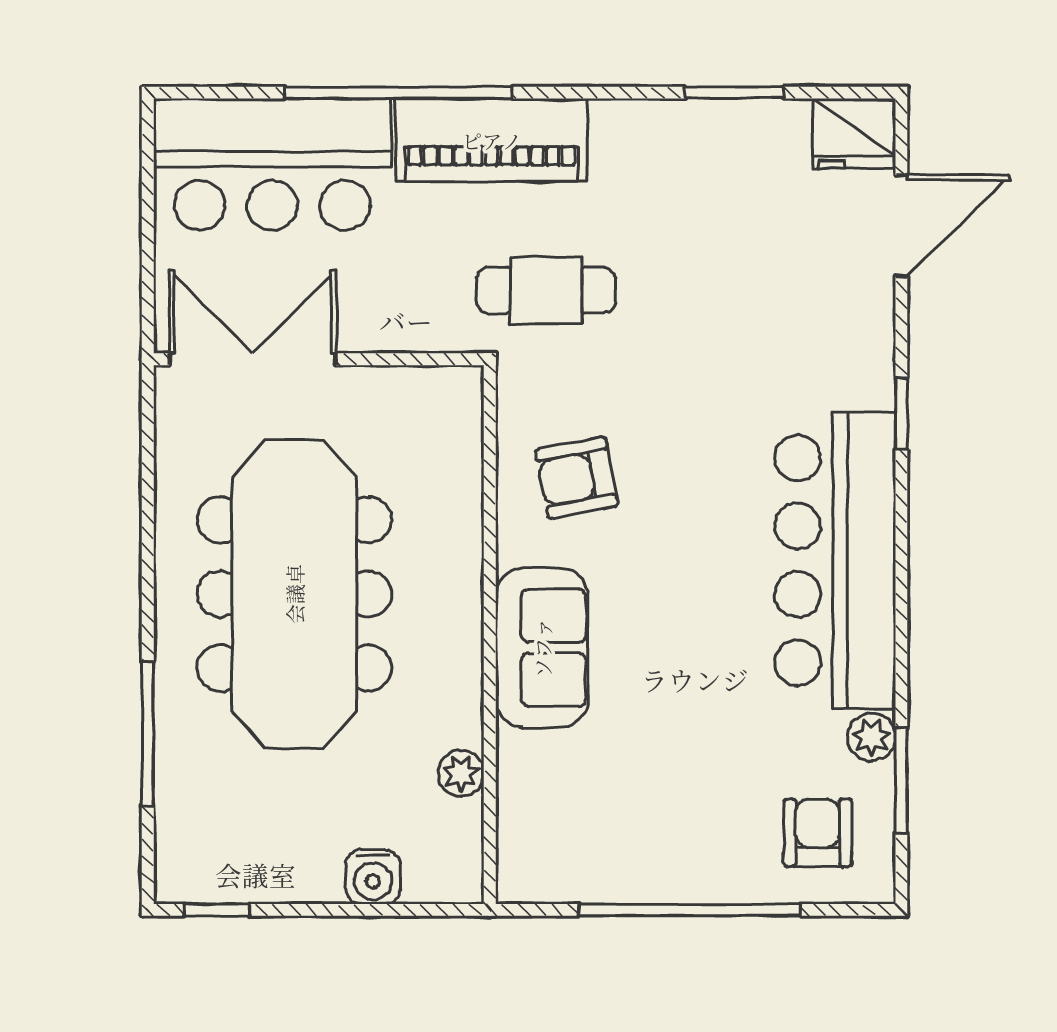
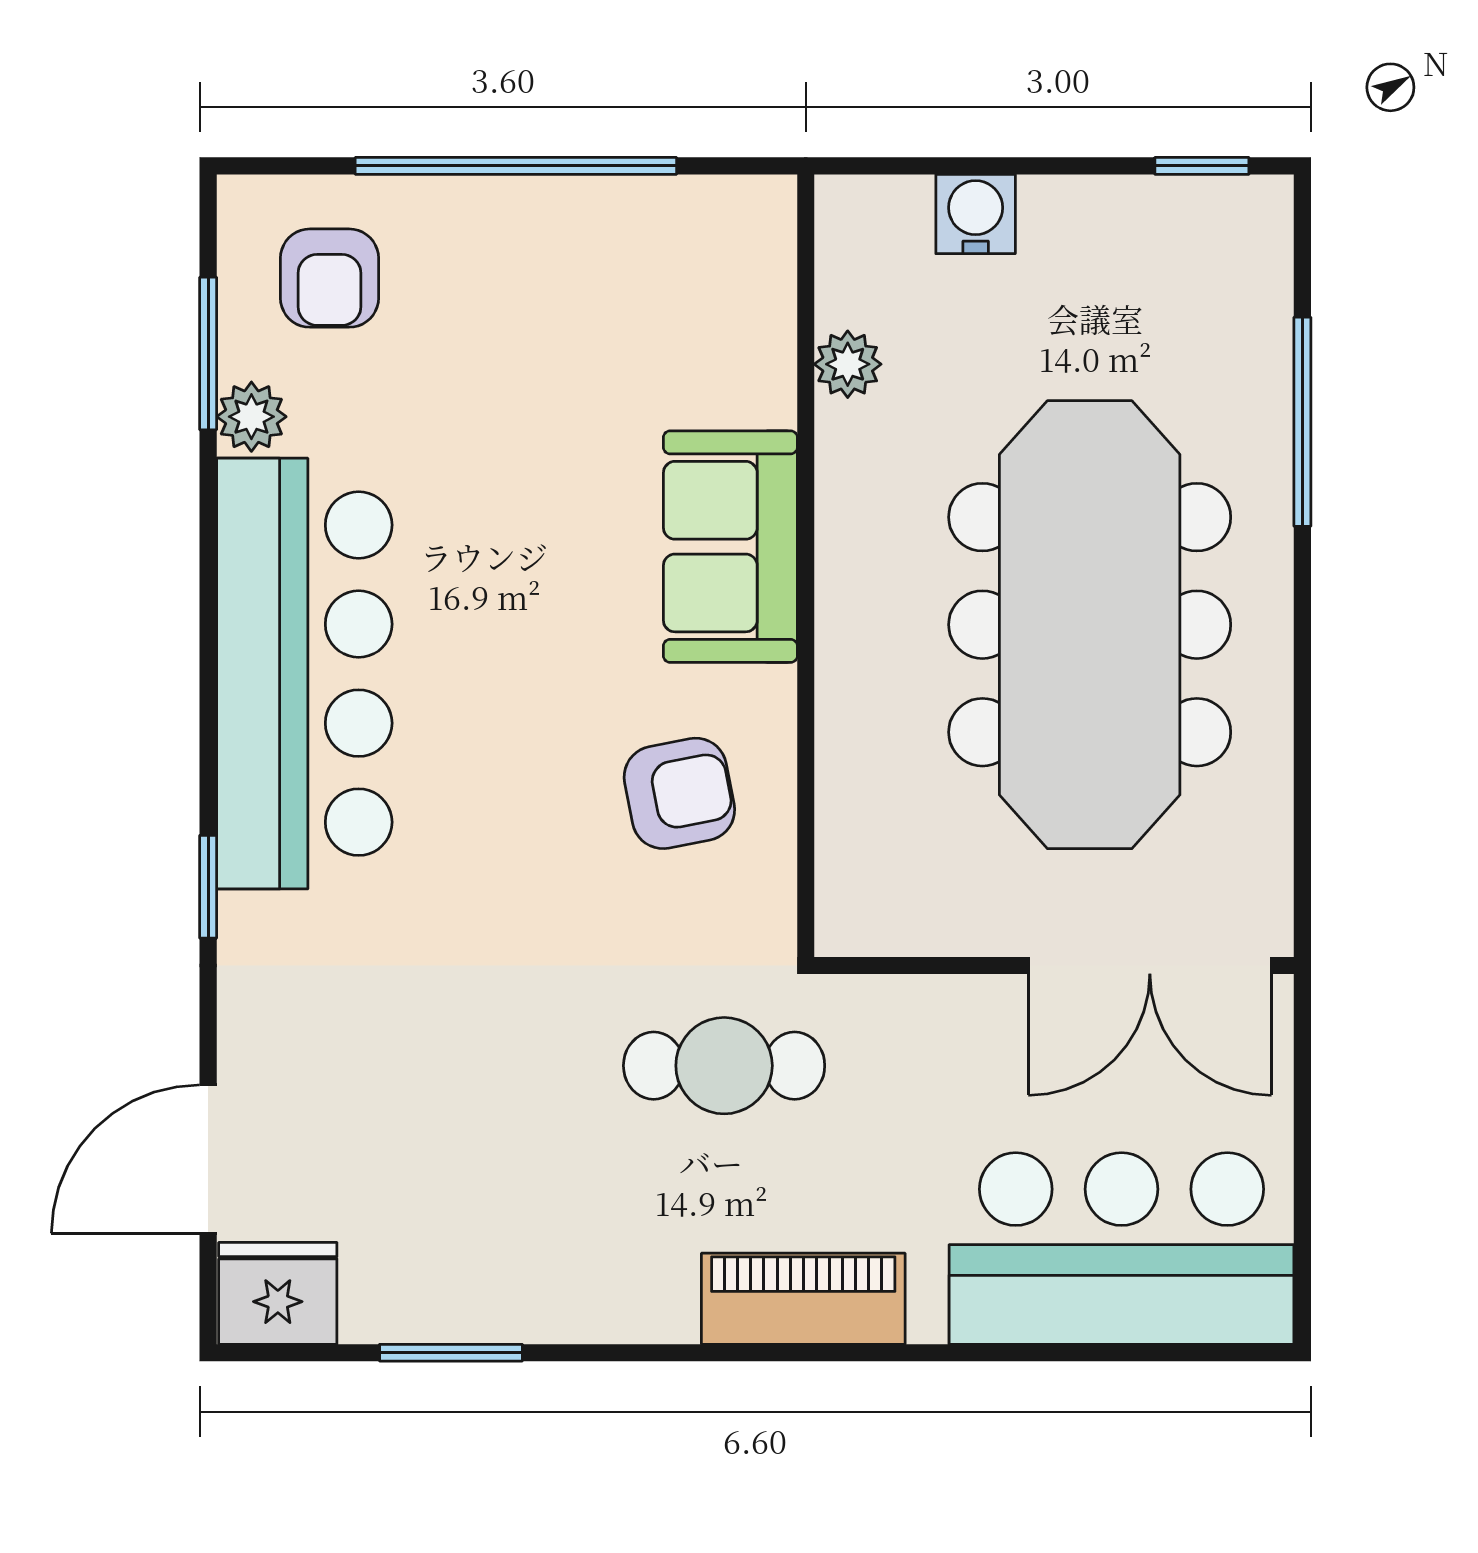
window: (398, 93) -> (939, 1353), removed
piano: (492, 140) -> (803, 1299), width x0.73, depth x0.75

